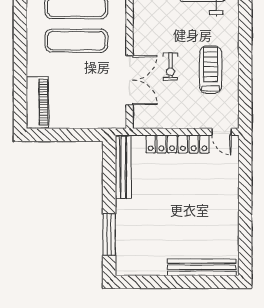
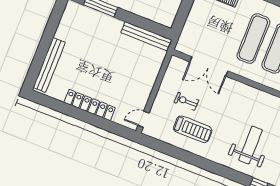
exercise bike: (170, 67) -> (186, 101), moved
locker: (178, 144) -> (90, 105), moved, turned 90

